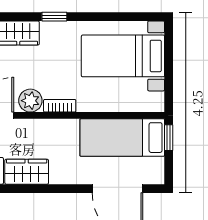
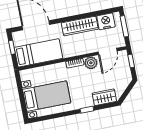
window: (169, 138) -> (12, 47), moved
wardrobe: (27, 172) -> (80, 26), width x1.50

